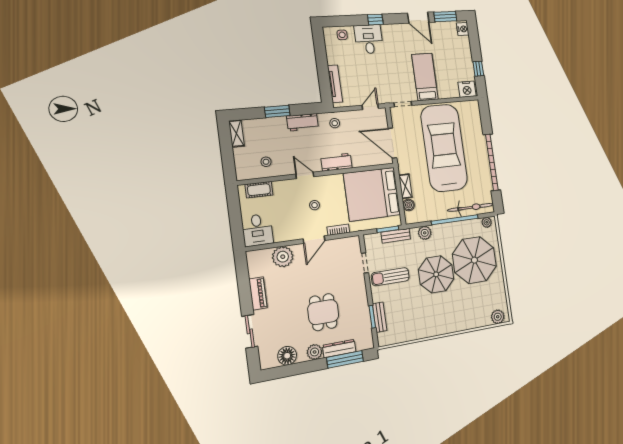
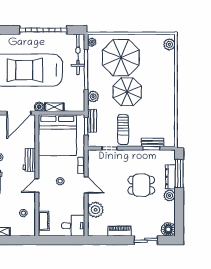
boiler: (409, 205) -> (39, 107), moved
floor lamp: (287, 356) -> (168, 229), moved

